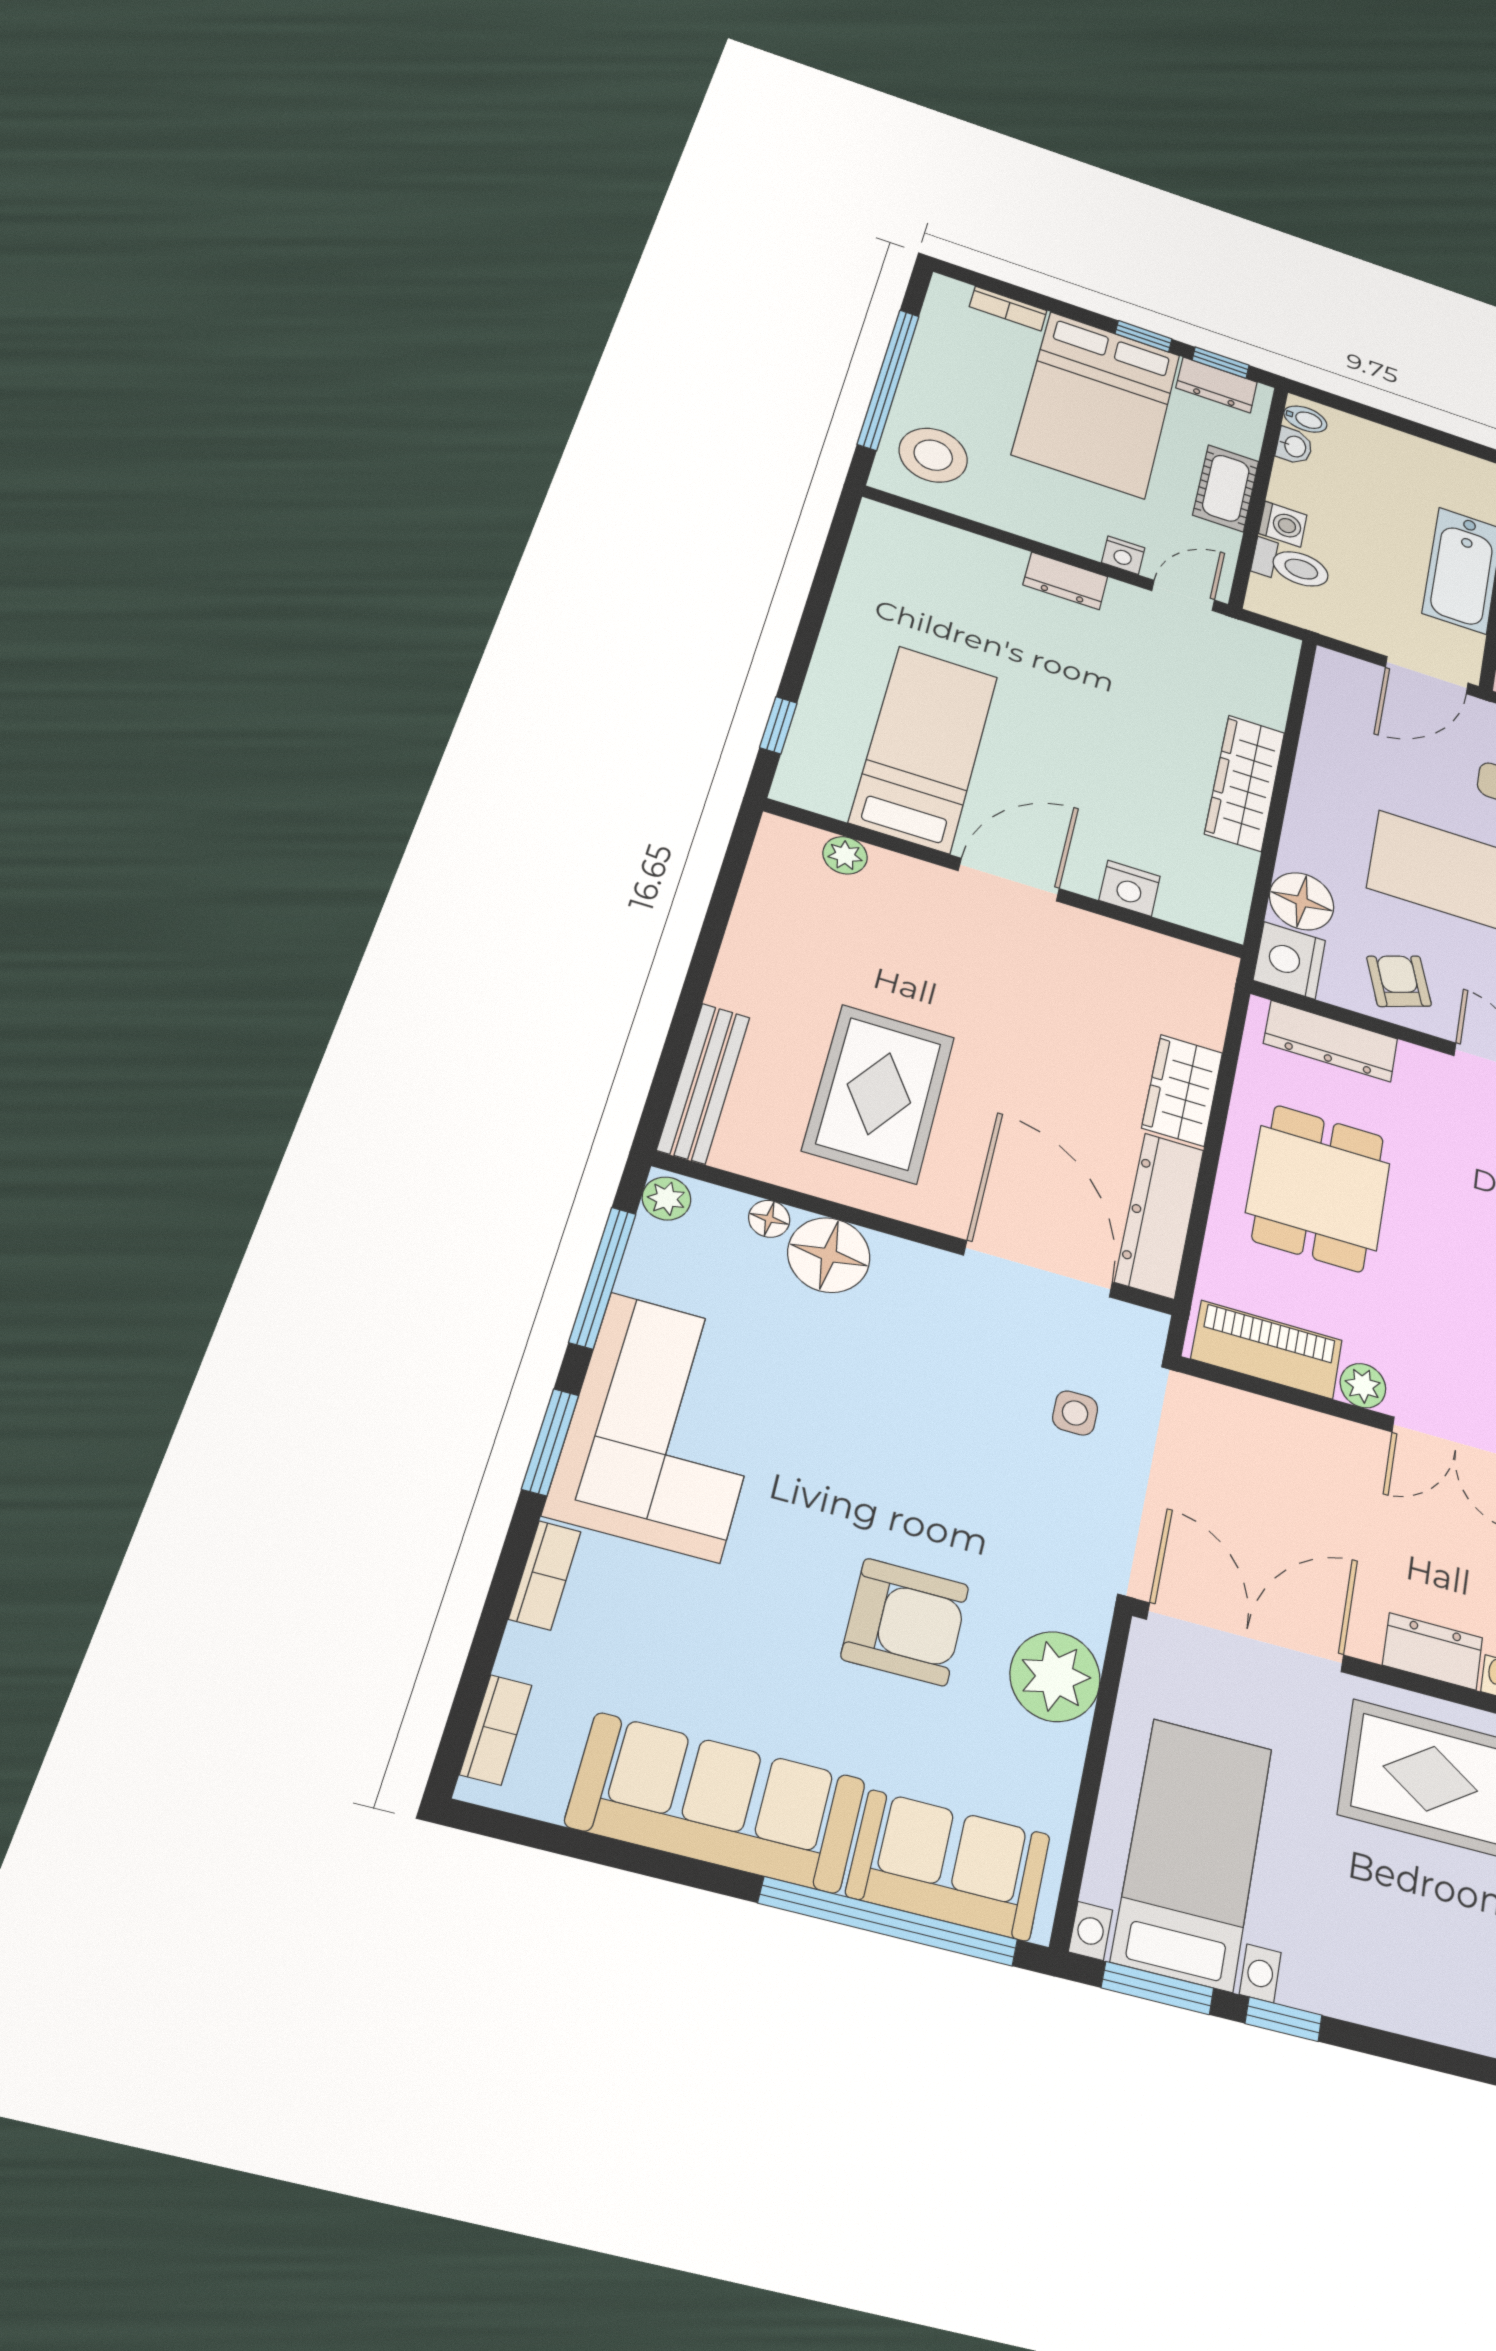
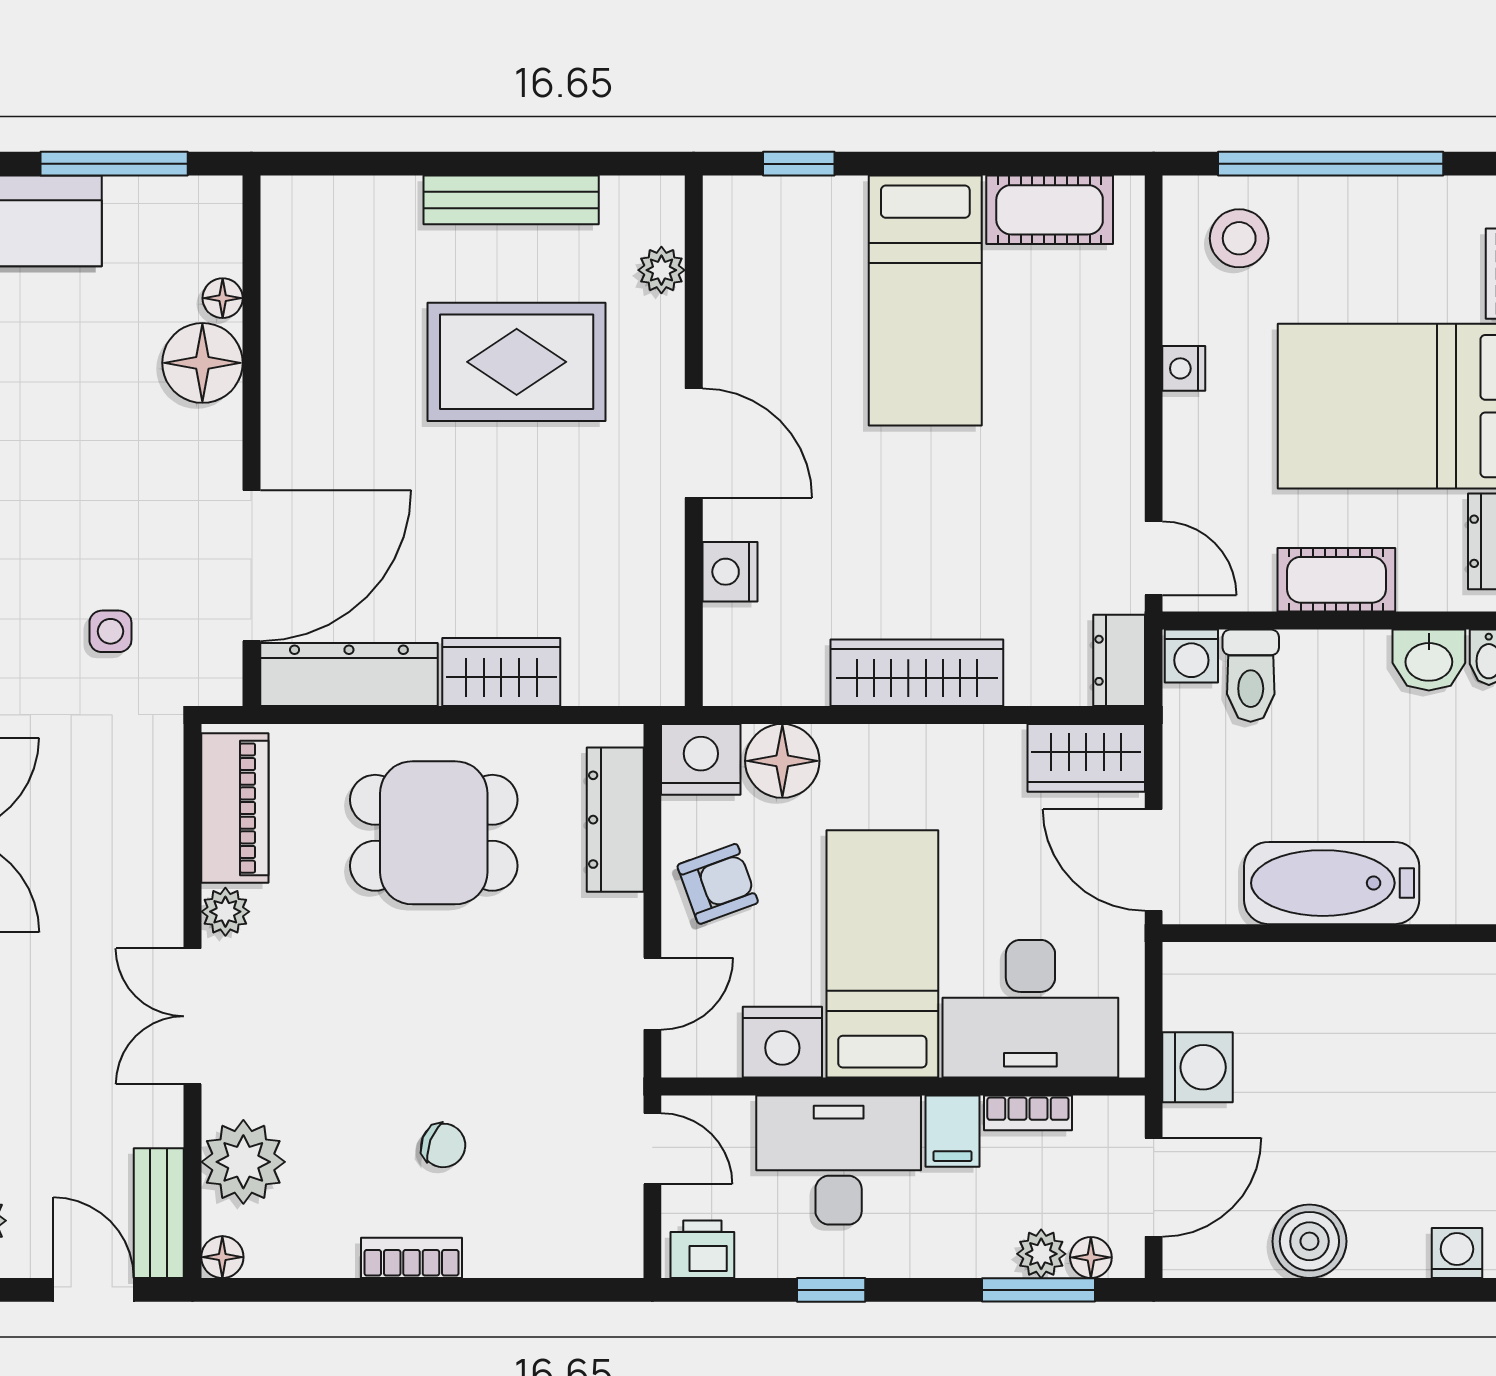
washbasin: (1294, 446) -> (1429, 660), width x1.38, depth x1.45
stool: (933, 455) -> (1239, 238), width x0.73, depth x0.73
washing machine: (1283, 524) -> (1191, 656), moved
nightstand: (1123, 555) -> (1184, 368), moved
cot: (873, 567) -> (1050, 210), added
dresser: (1065, 581) -> (1119, 660), moved
wardrobe: (1337, 692) -> (1086, 758), added
bed: (924, 748) -> (925, 301), moved, turned 90
bench: (704, 1083) -> (511, 200), moved
rug: (879, 1093) -> (517, 362), moved
plant: (666, 1198) -> (213, 199), removed

